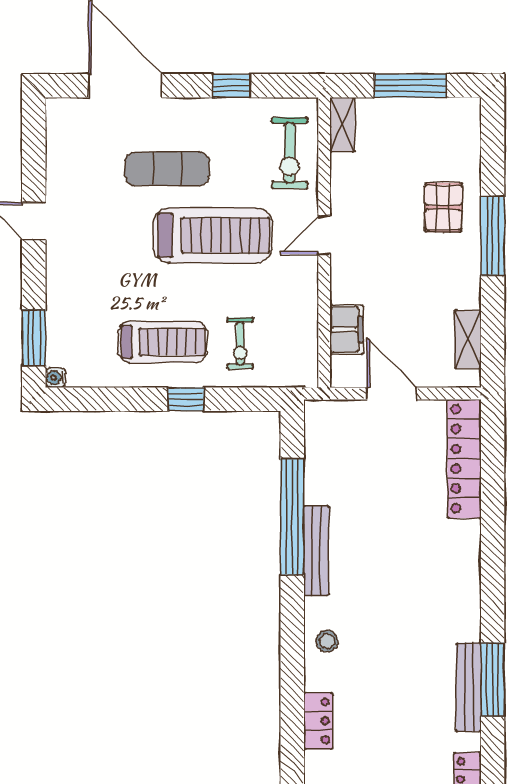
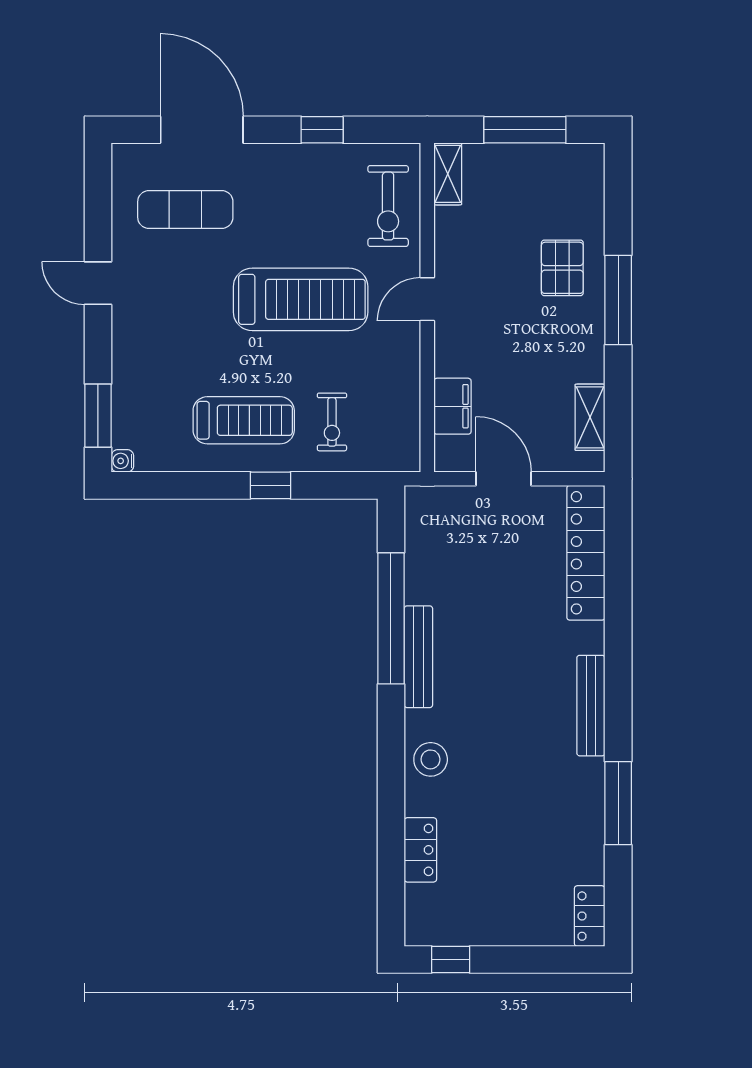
exercise mat: (167, 169) -> (185, 210), moved
stool: (327, 641) -> (431, 759), width x1.37, depth x1.37
bench: (469, 687) -> (591, 706), moved

